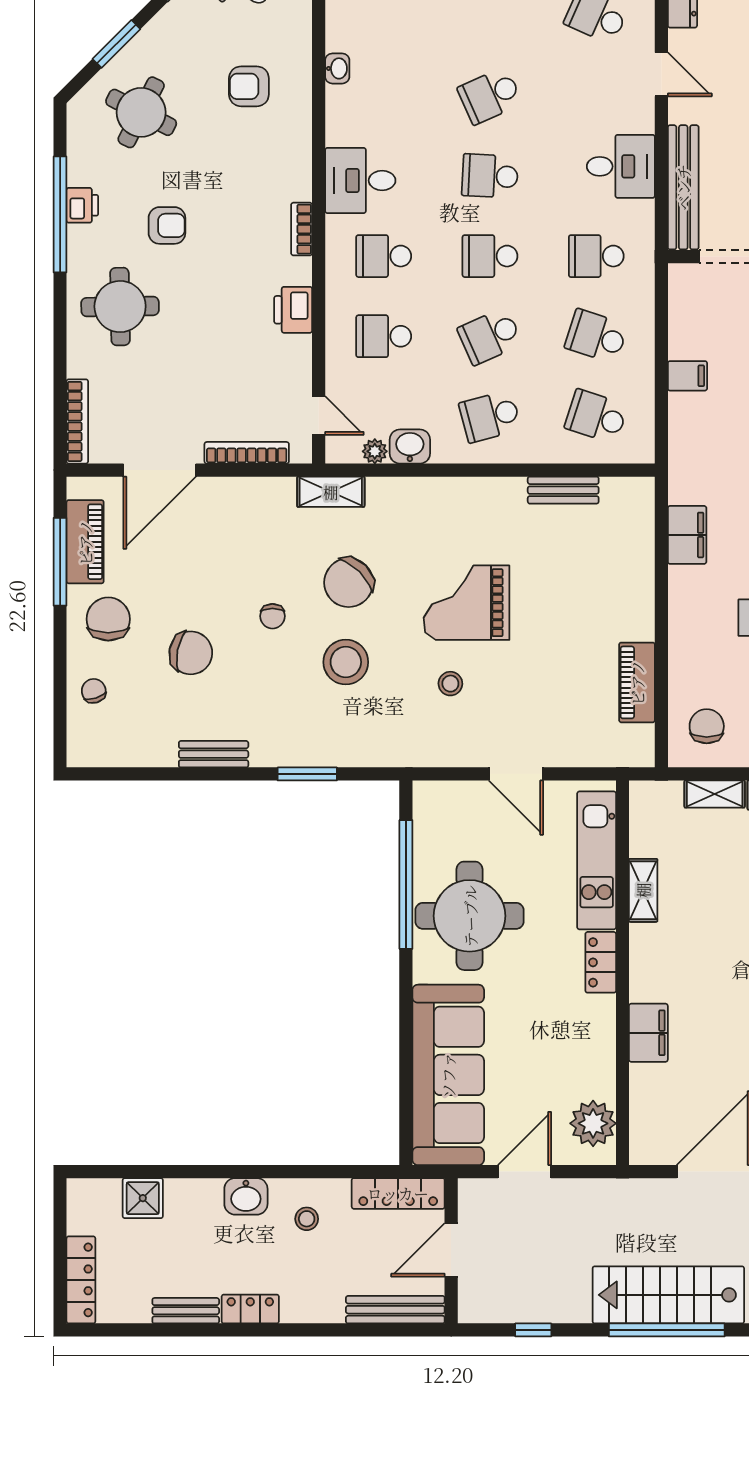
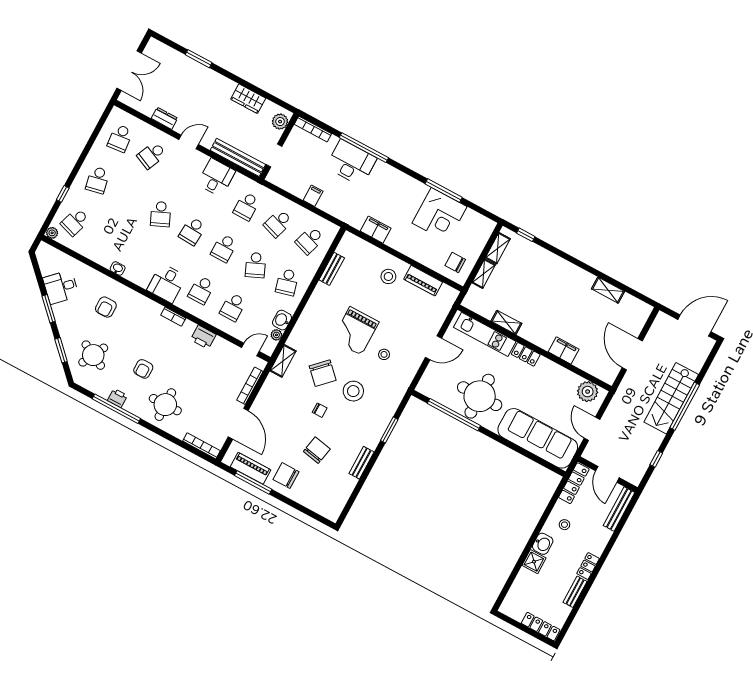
armchair: (167, 225) -> (143, 369), turned 180
stool: (608, 610) -> (388, 276), added
chair: (94, 691) -> (311, 497), removed
shower: (143, 1198) -> (534, 562), moved

